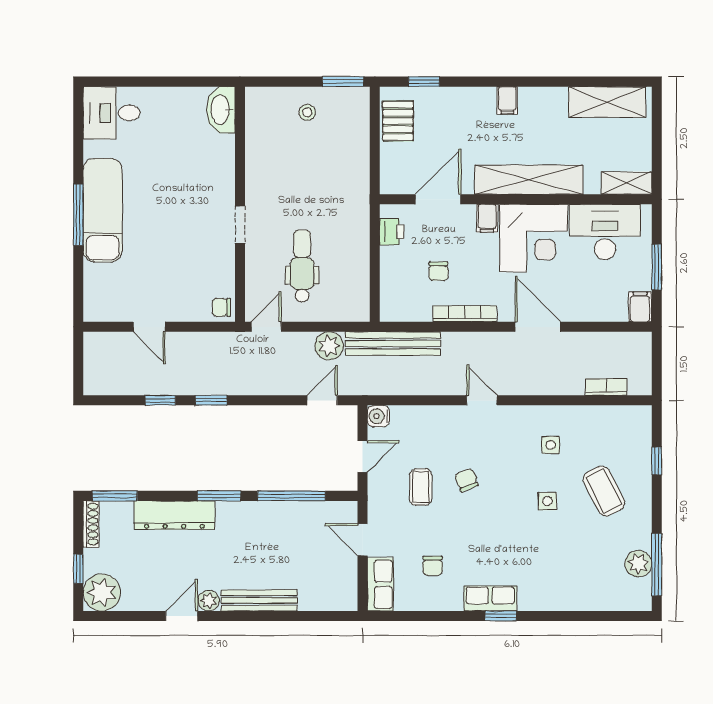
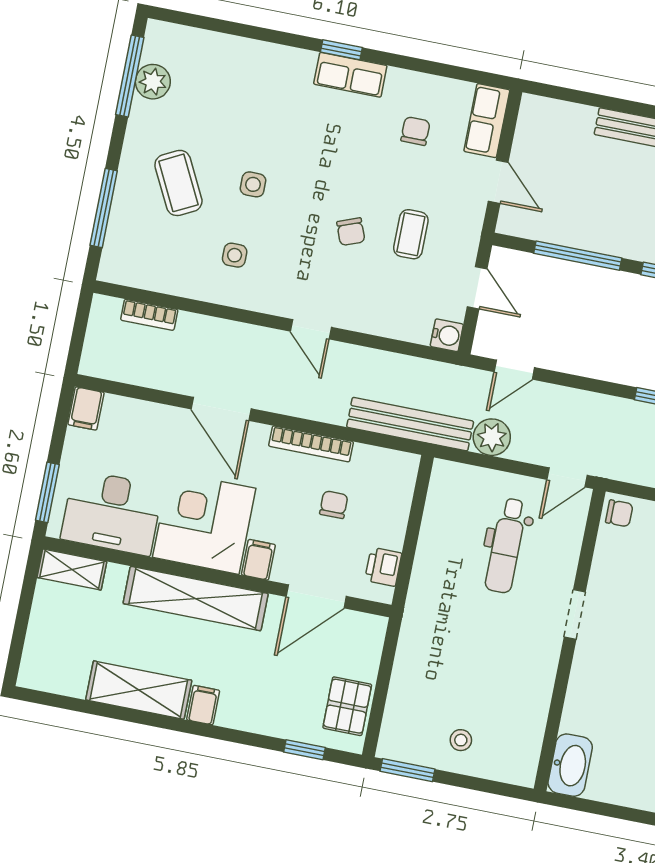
shelving: (607, 102) -> (139, 690), moved
window: (657, 267) -> (47, 492), moved
door: (363, 457) -> (477, 288), swing flipped
window: (657, 461) -> (104, 208), width x2.17

